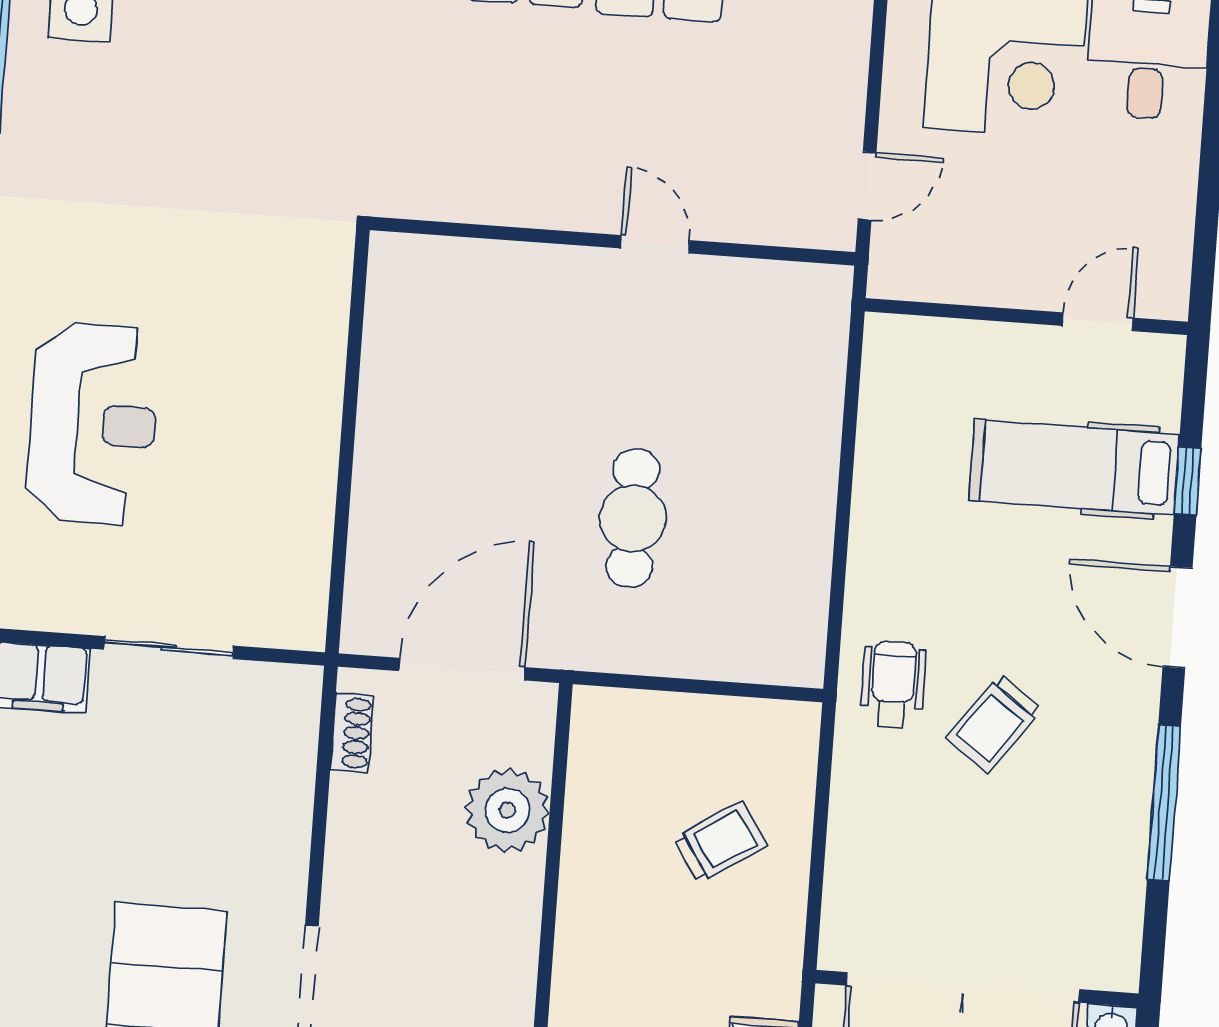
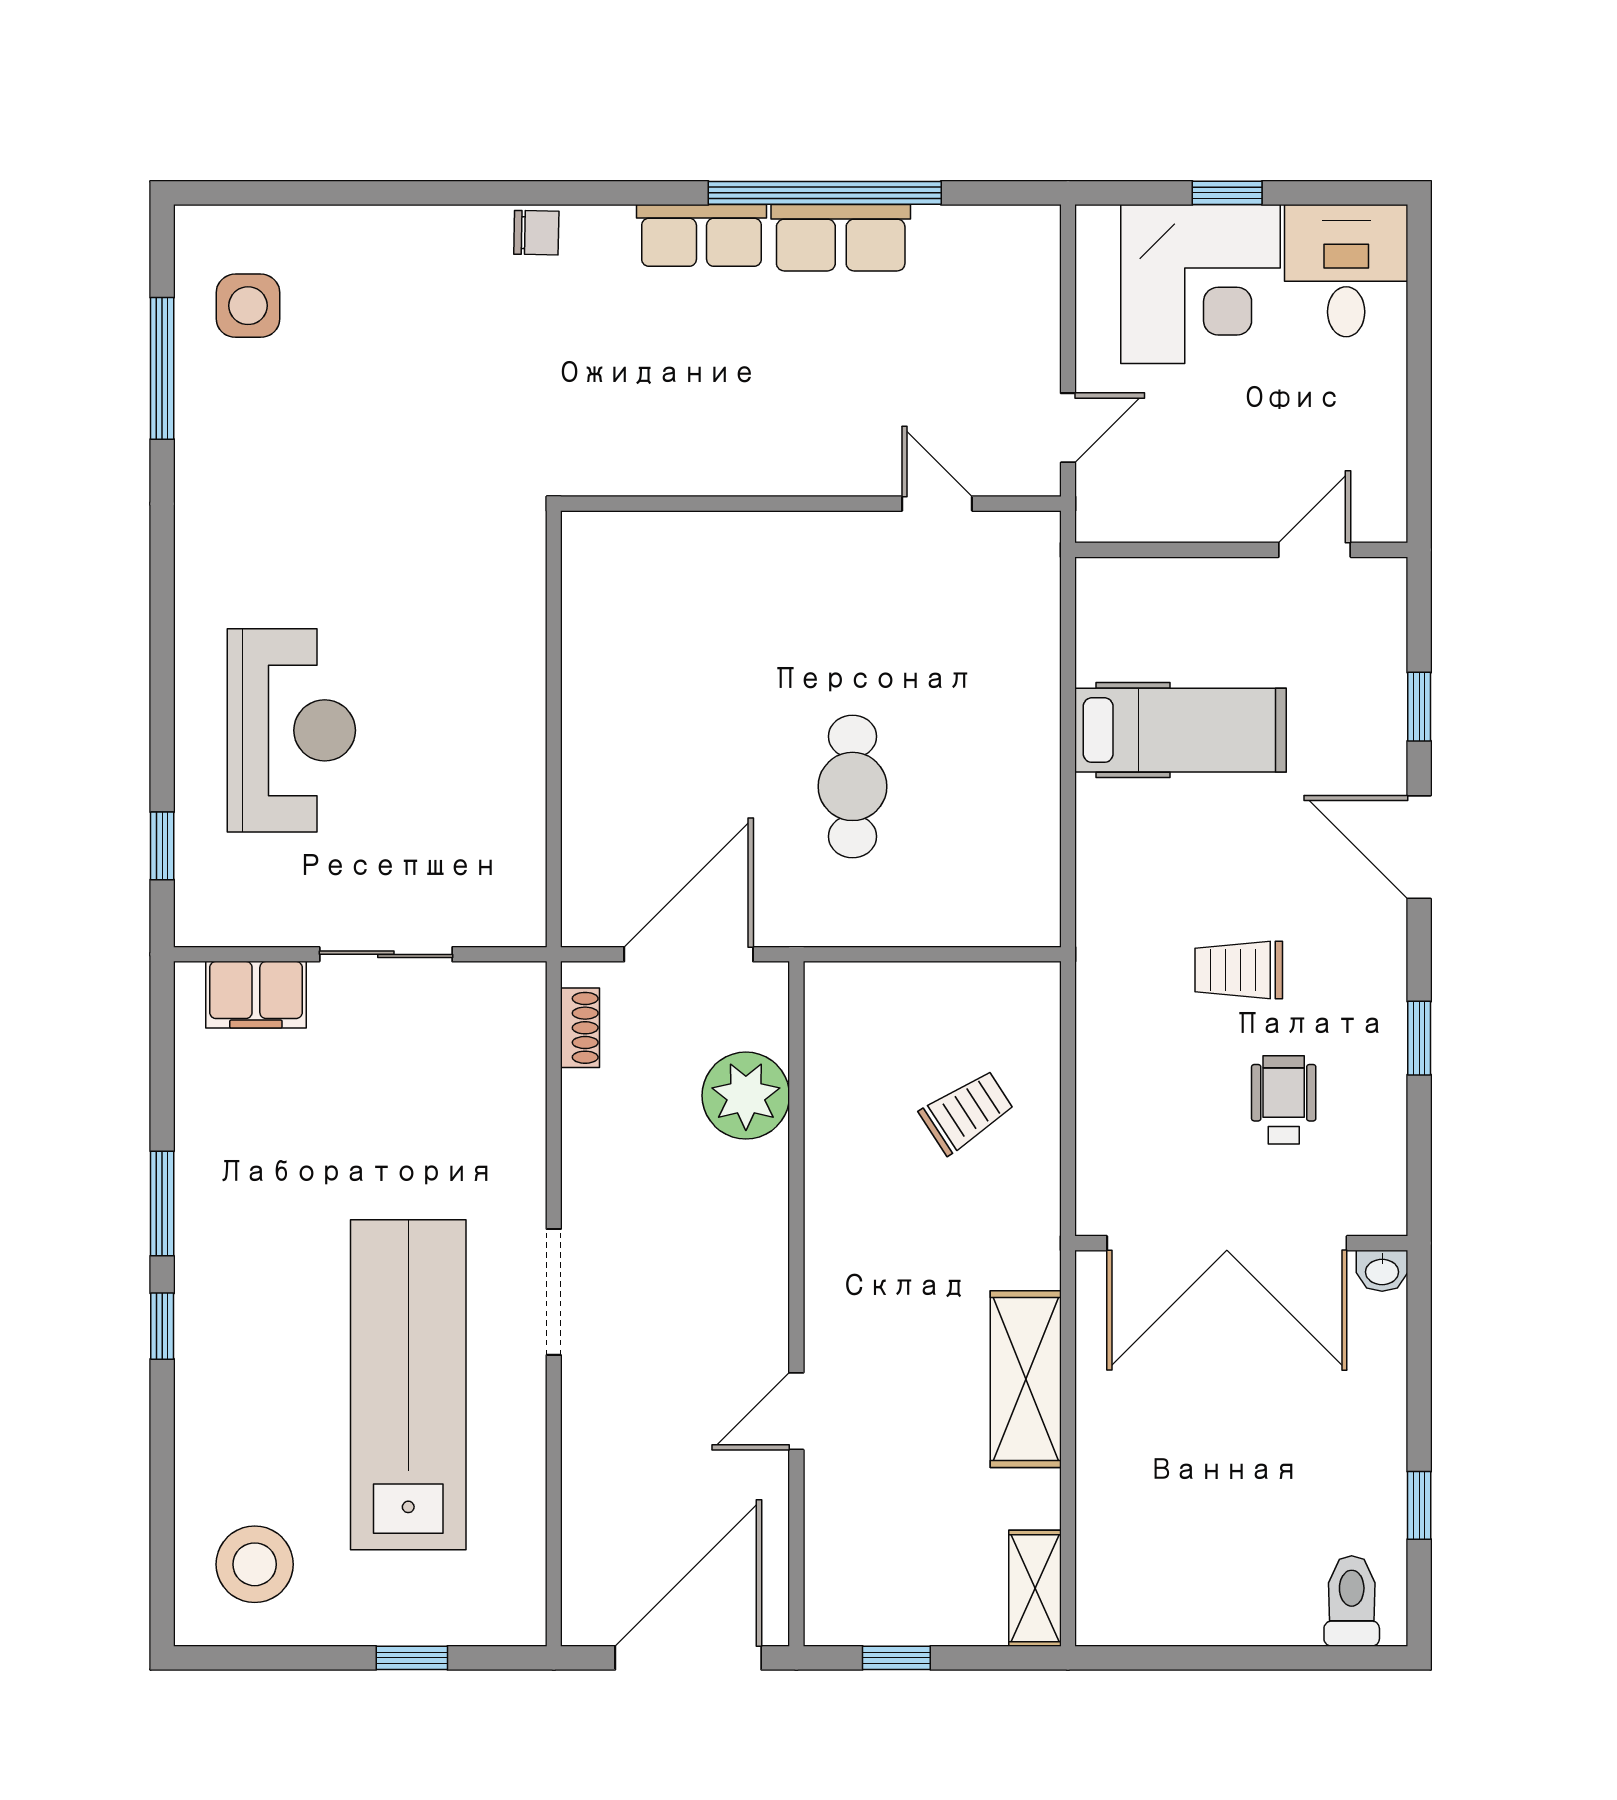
door: (655, 244) -> (937, 504), moved
hospital bed: (1074, 467) -> (1181, 730), moved, turned 180
wheelchair: (893, 684) -> (1284, 1100), moved
trolley: (994, 724) -> (1239, 970), turned 54
window: (1164, 802) -> (1419, 1038), width x0.46

